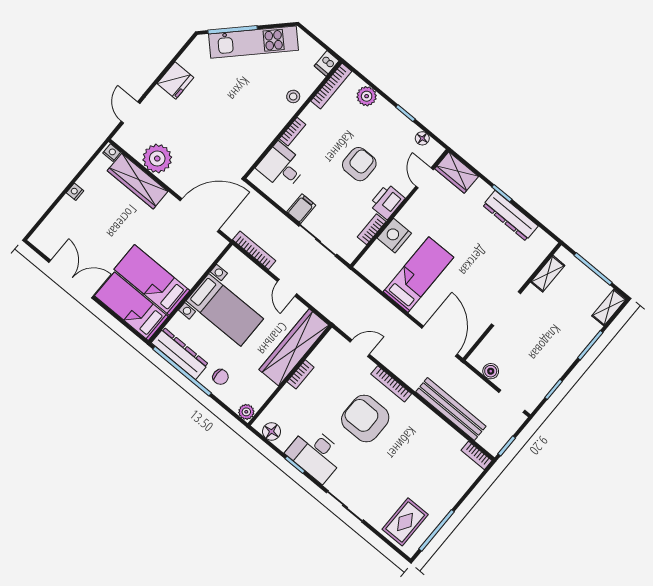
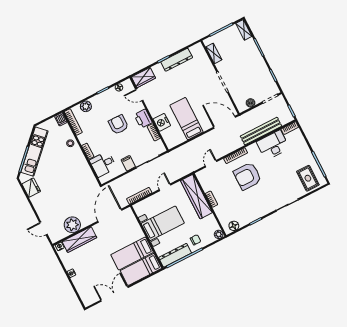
fridge: (175, 81) -> (31, 188), moved
door: (287, 288) -> (165, 187), swing flipped
desk: (316, 454) -> (273, 145), moved, turned 180

